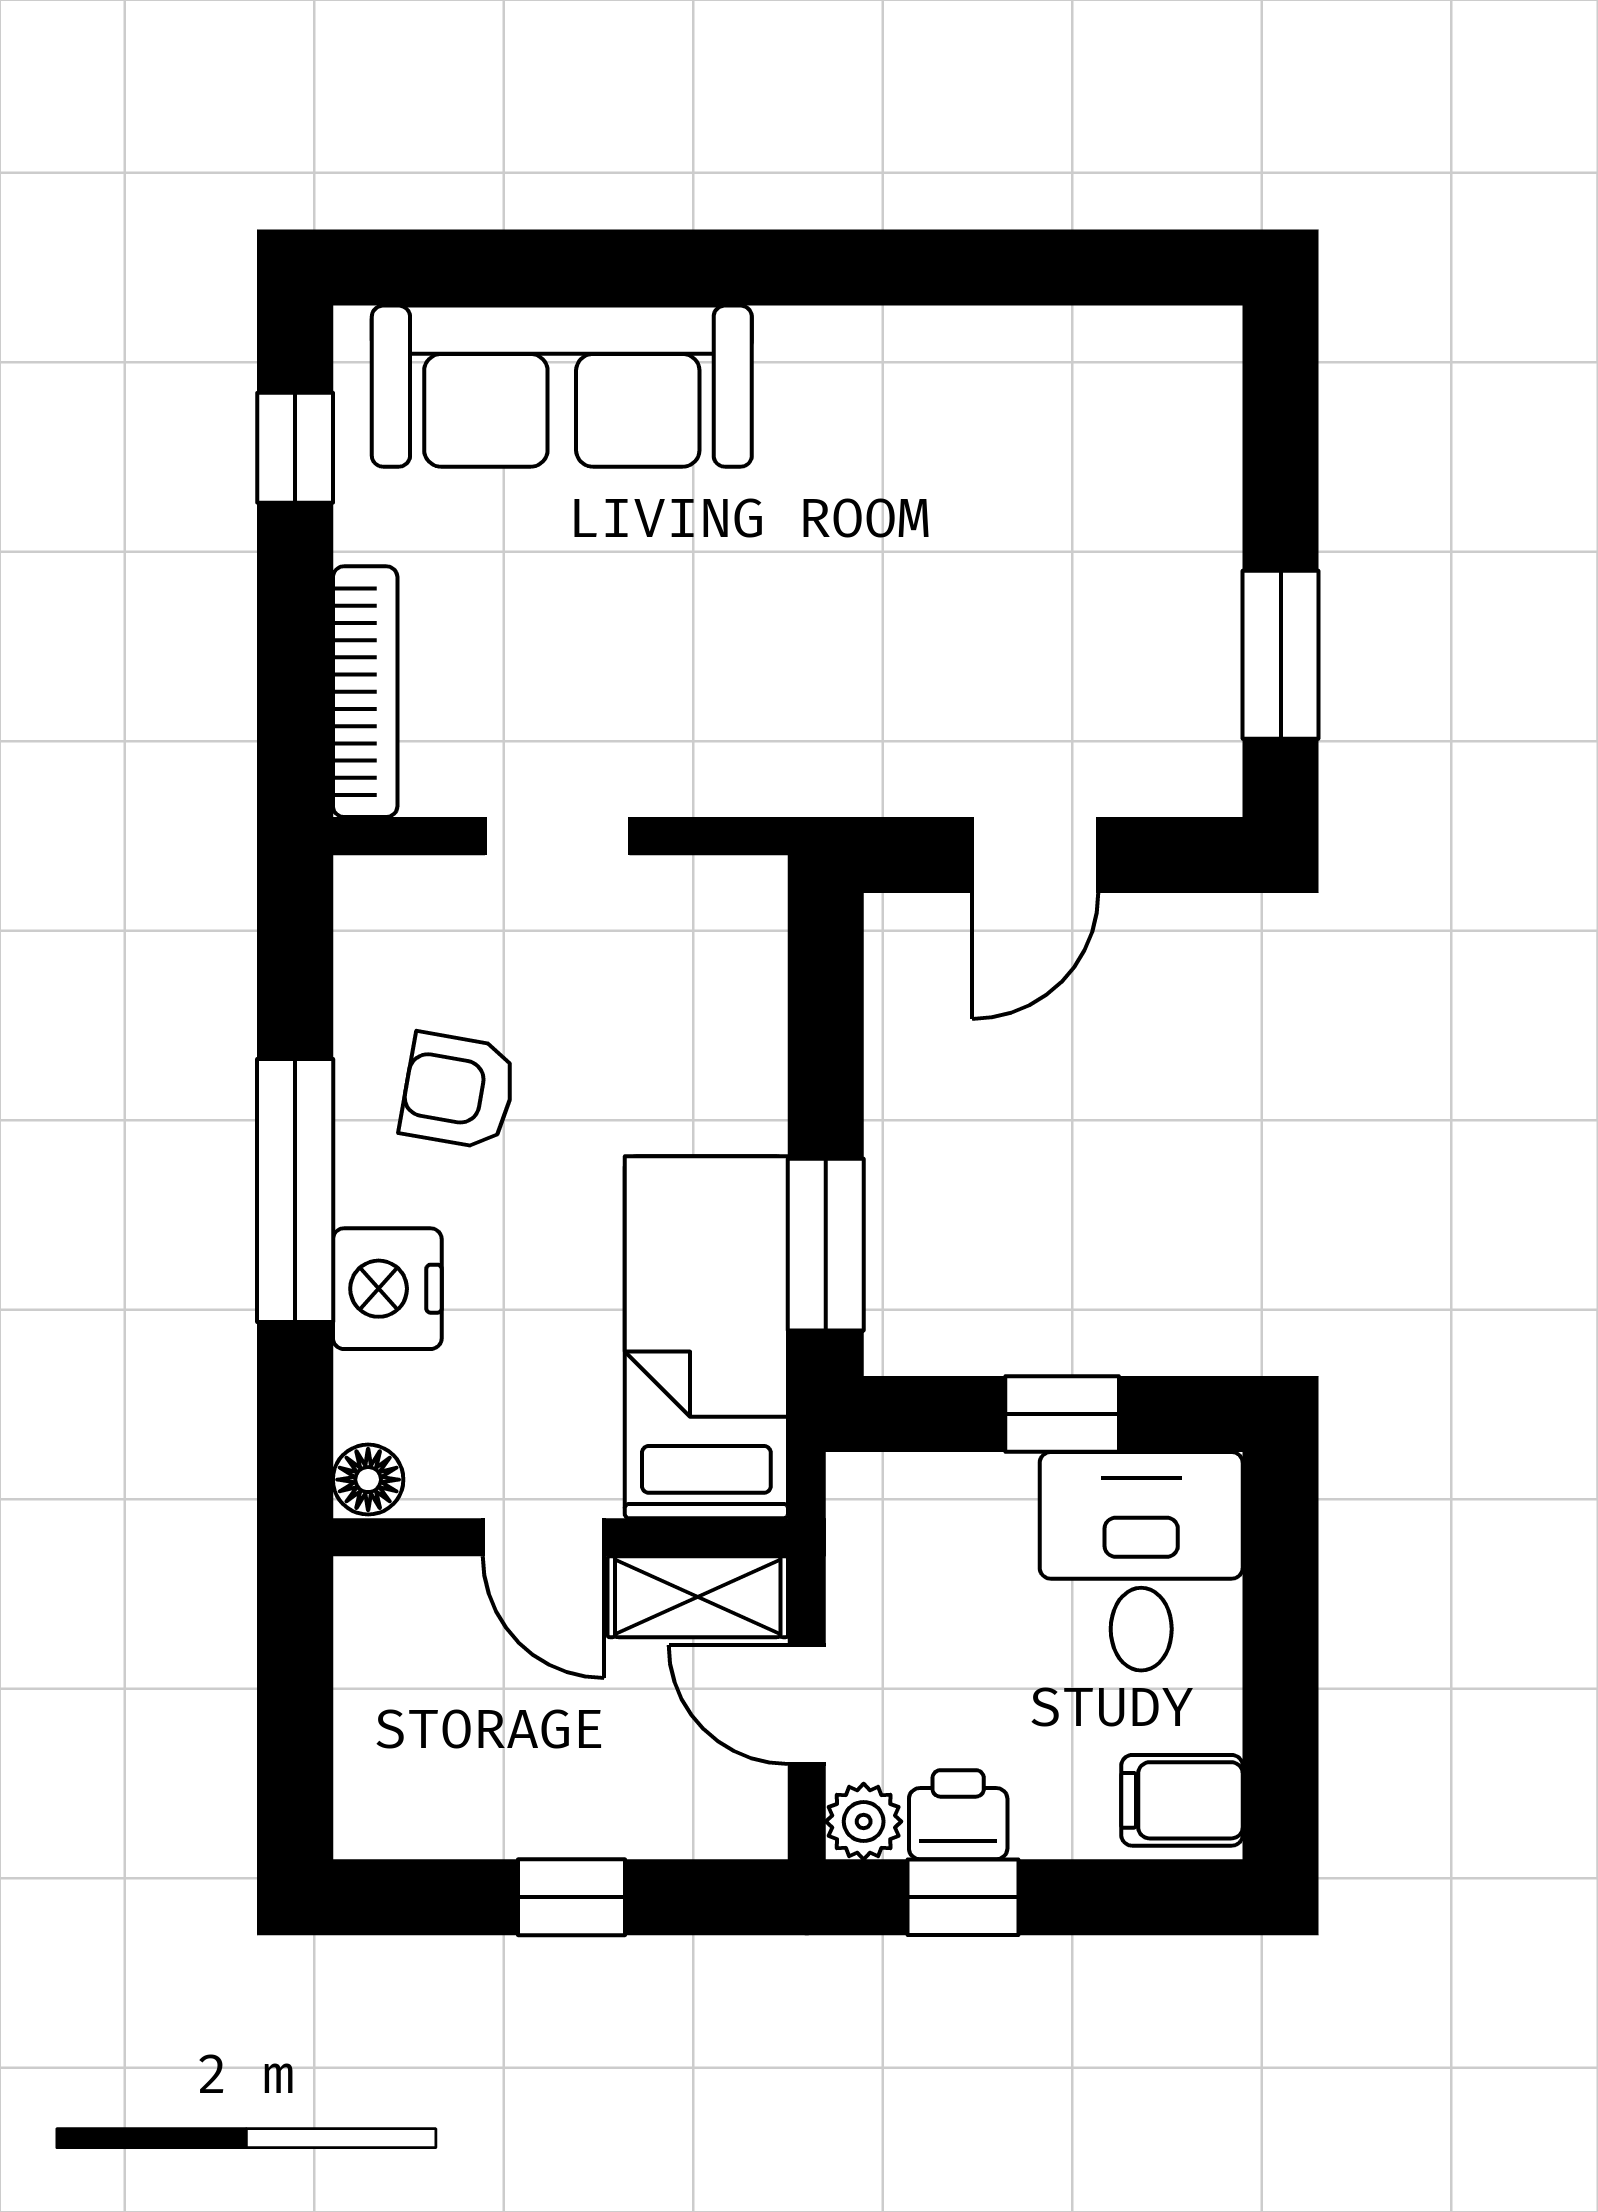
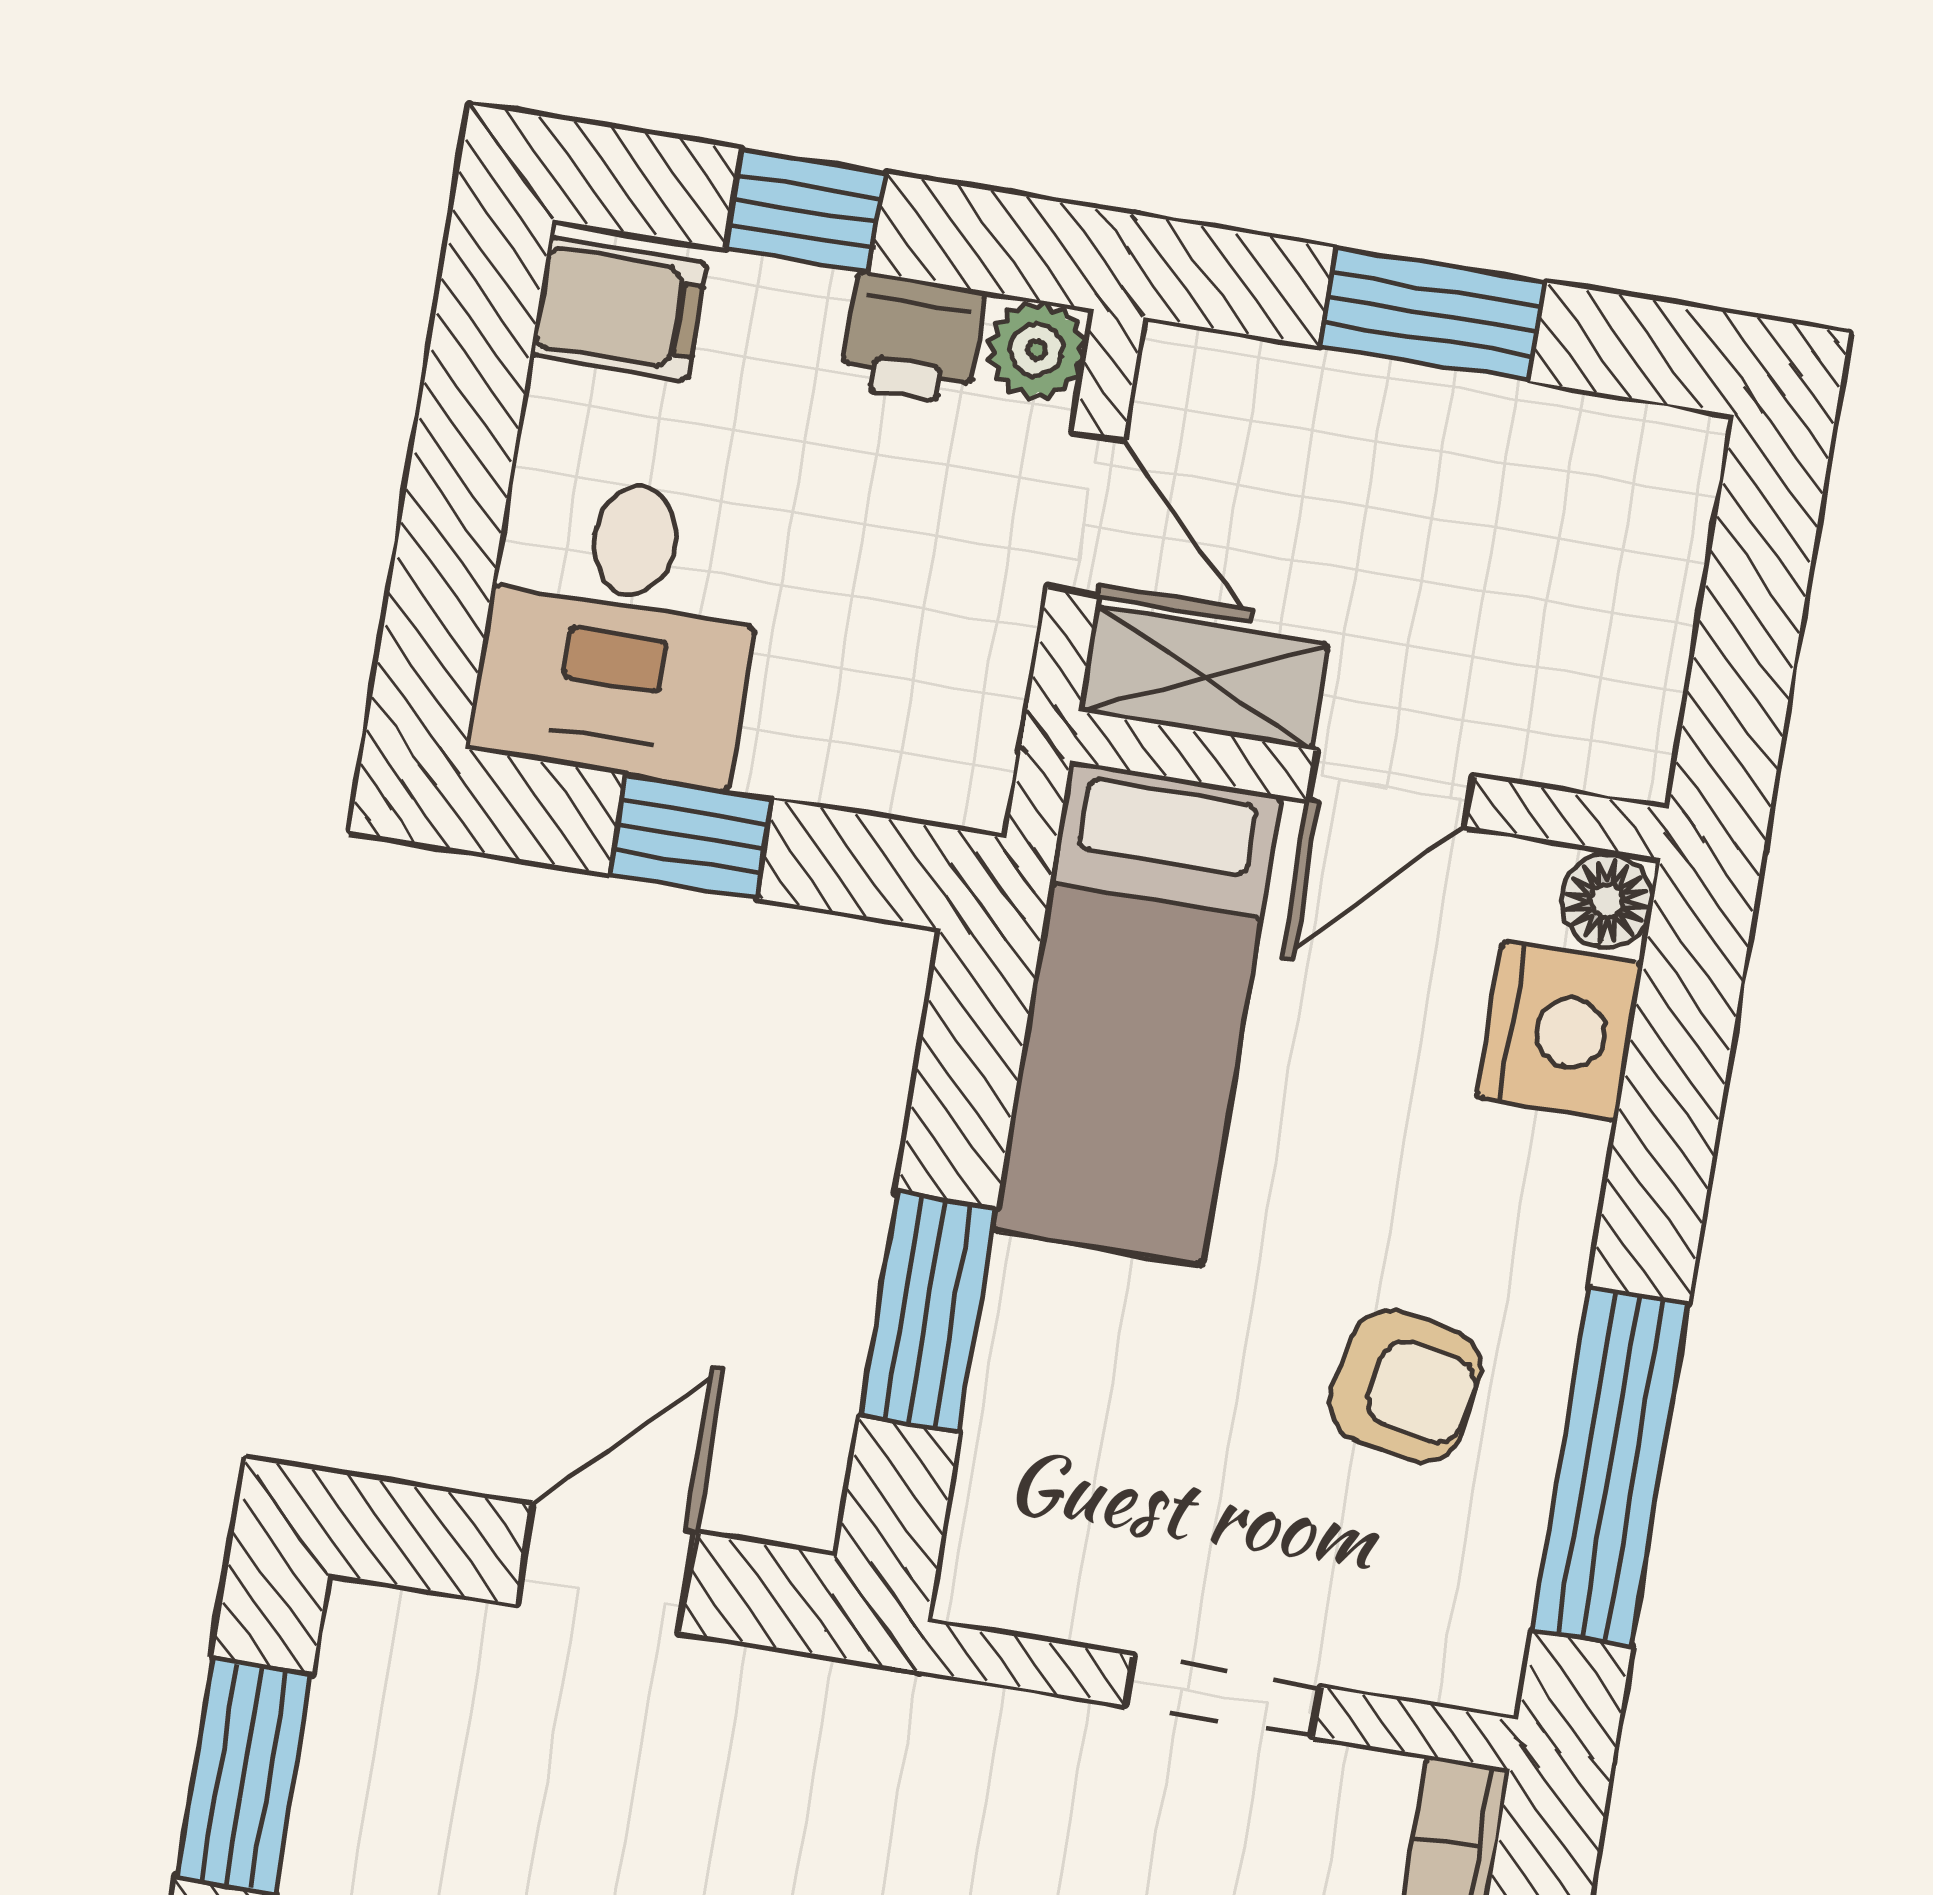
window: (295, 1191) -> (1610, 1467), moved
window: (826, 1245) -> (928, 1312), moved
nightstand: (387, 1289) -> (1560, 1031), moved
door: (543, 1537) -> (1391, 788), swing flipped
window: (571, 1897) -> (1432, 314), width x1.50
window: (963, 1897) -> (805, 211), moved

